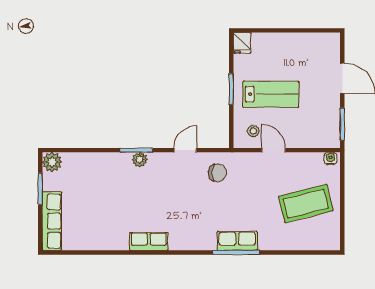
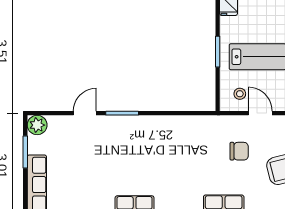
door: (185, 150) -> (85, 113), moved
plant: (140, 159) -> (126, 123), removed
chair: (217, 173) -> (239, 151), moved

